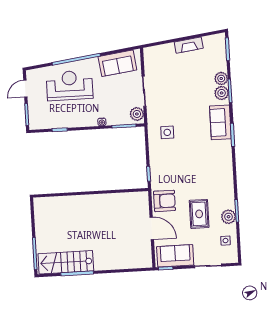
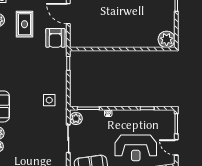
door: (25, 89) -> (176, 147), swing flipped
armchair: (164, 201) -> (55, 38), turned -90
plant: (43, 206) -> (167, 39), added

